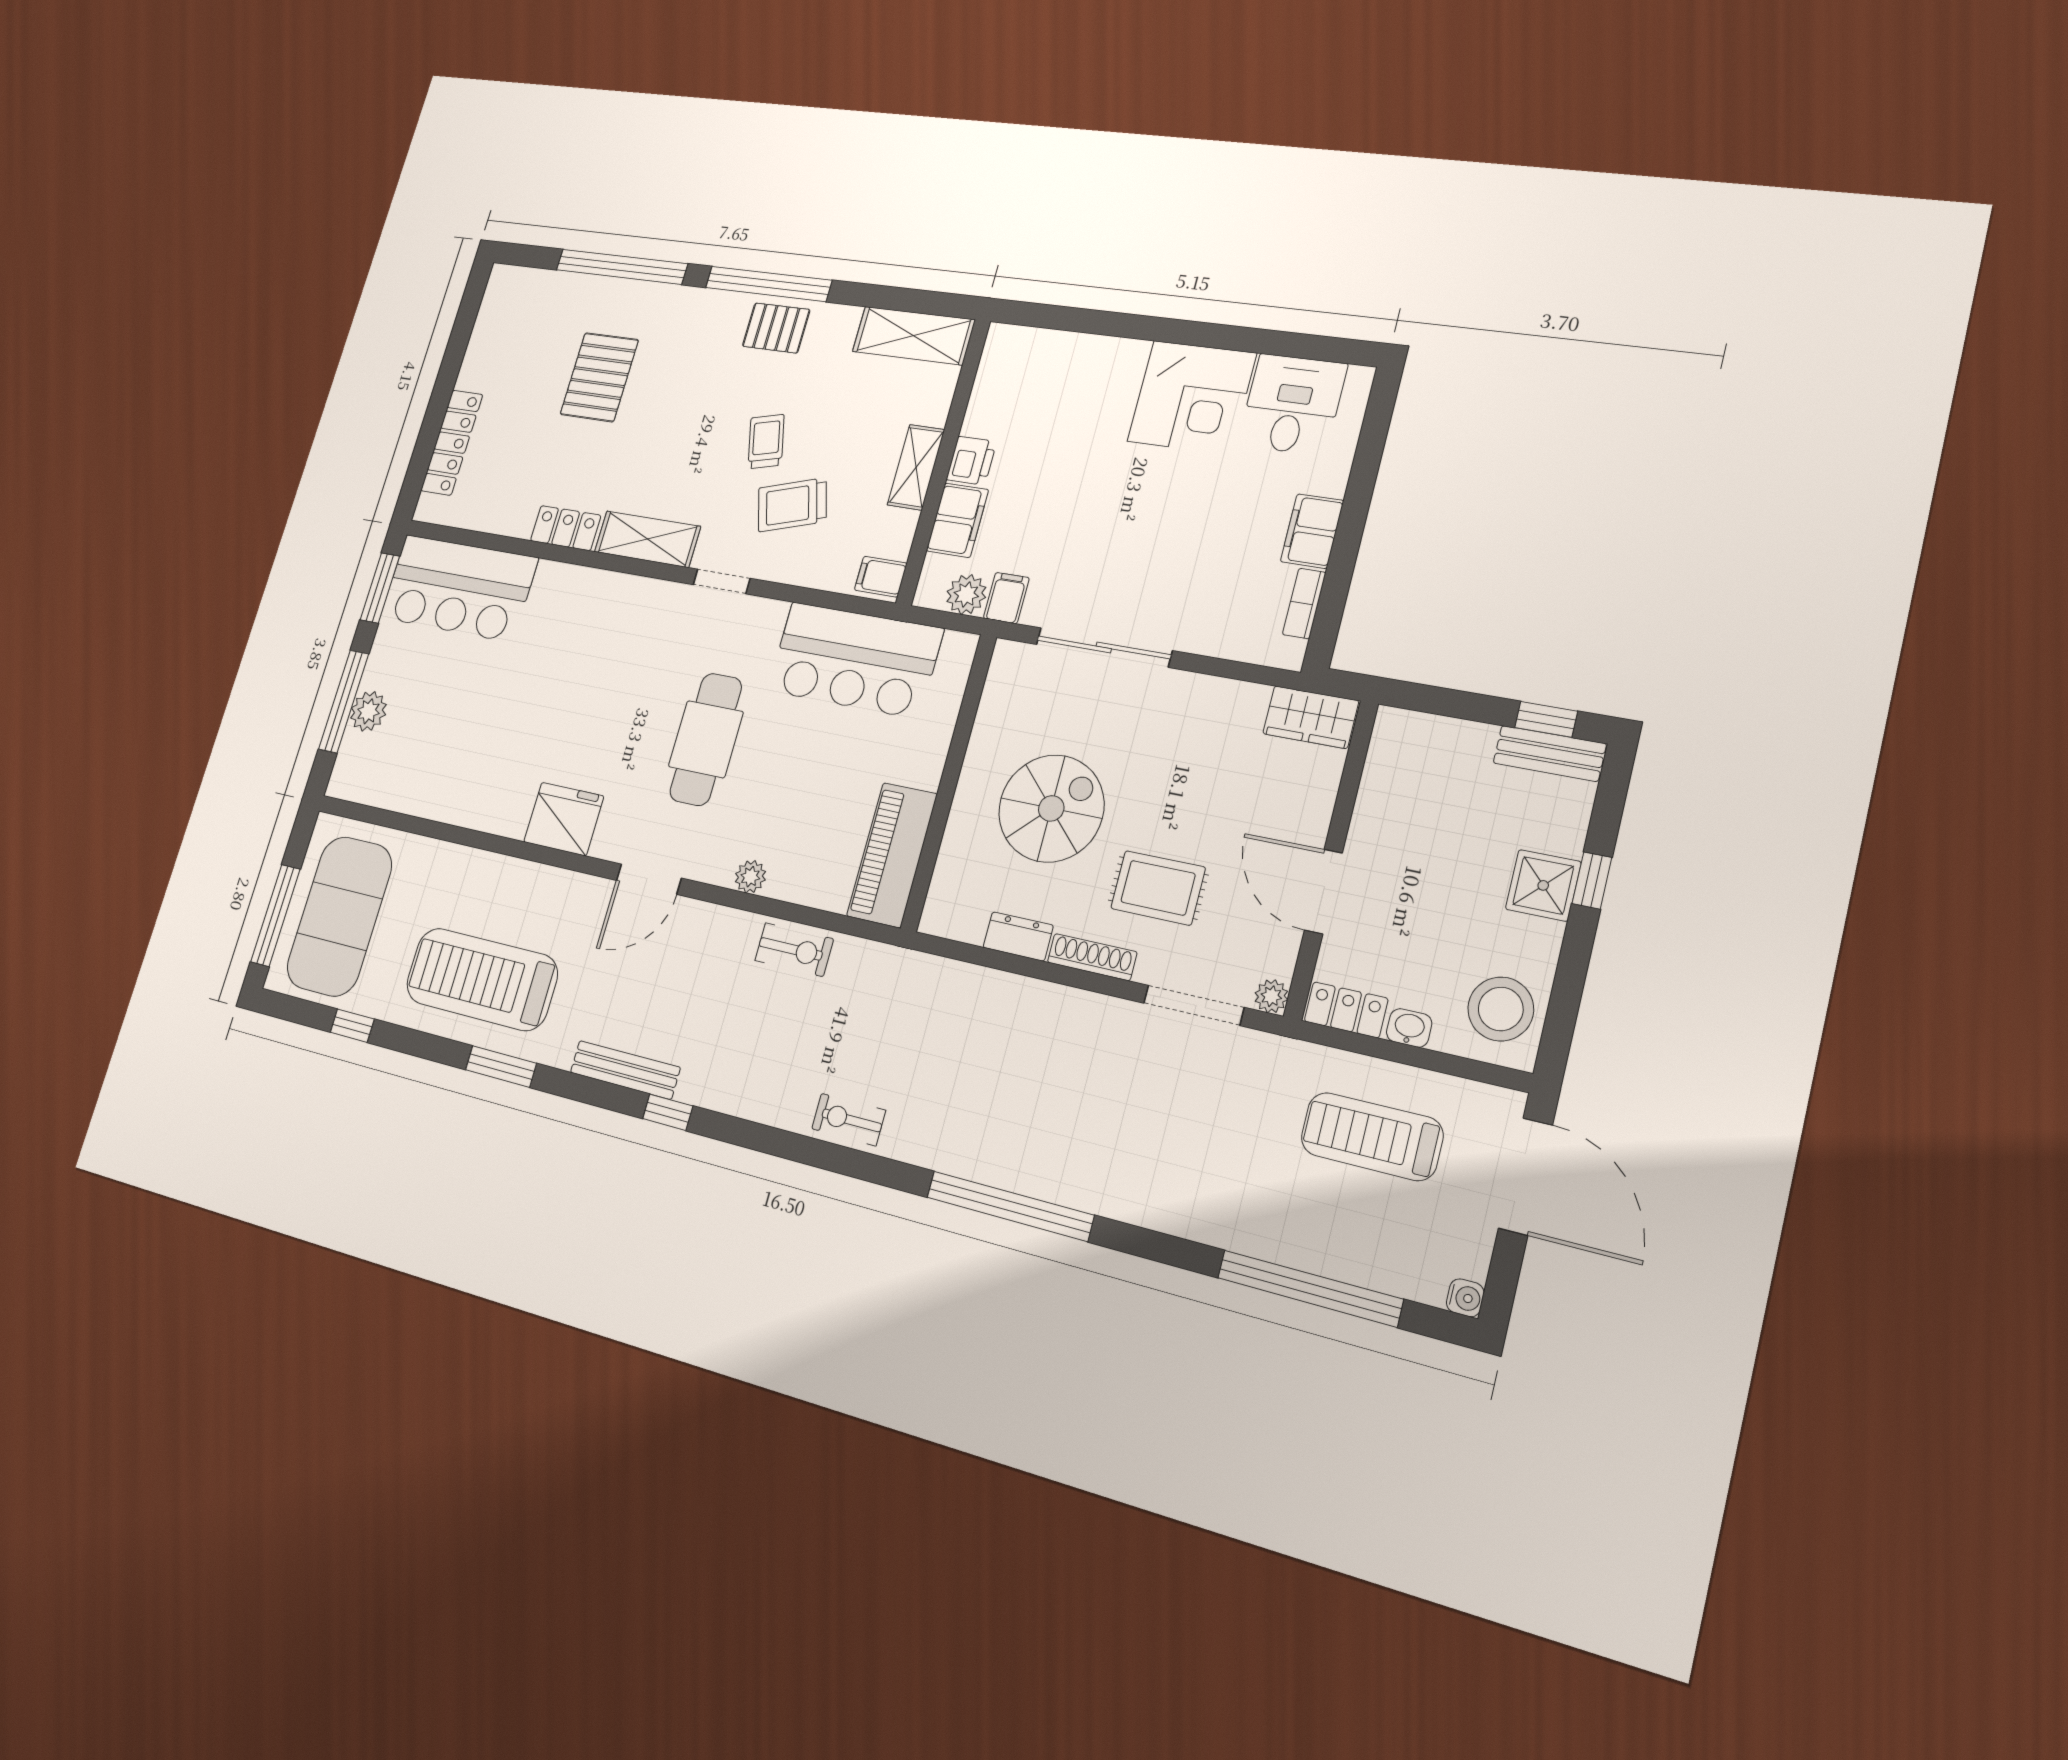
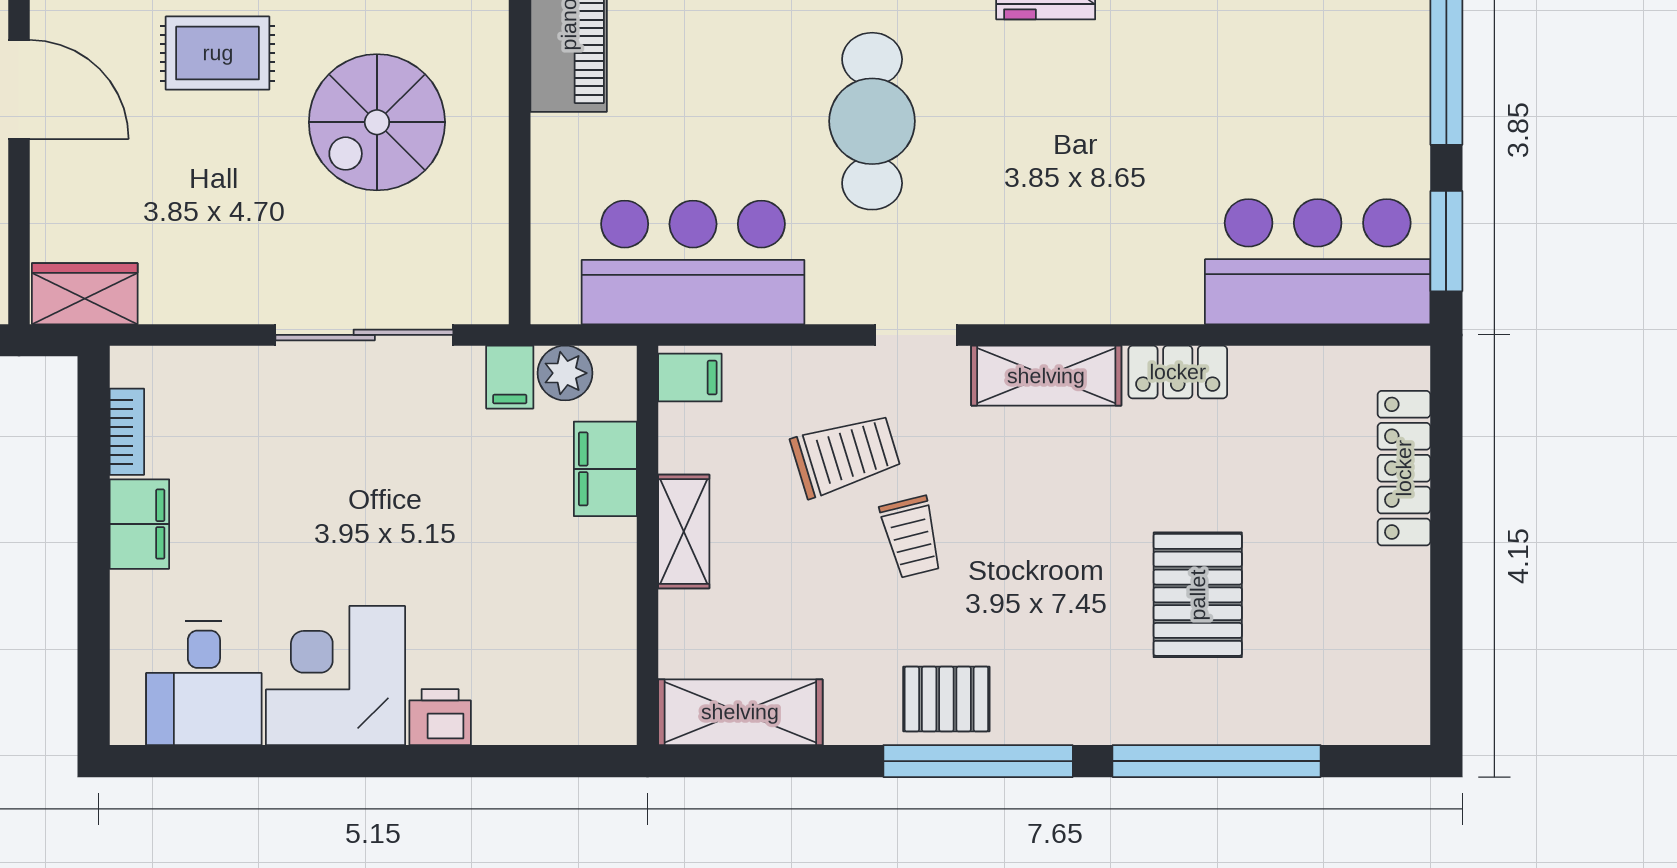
printer: (971, 461) -> (440, 717), moved, turned 90
plant: (368, 711) -> (1401, 65), removed

